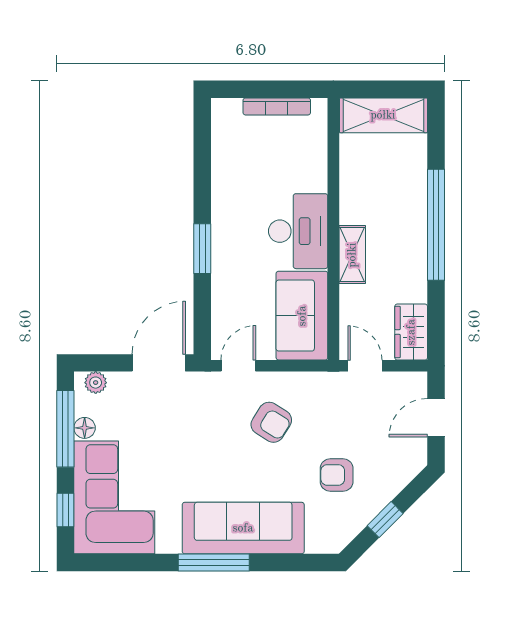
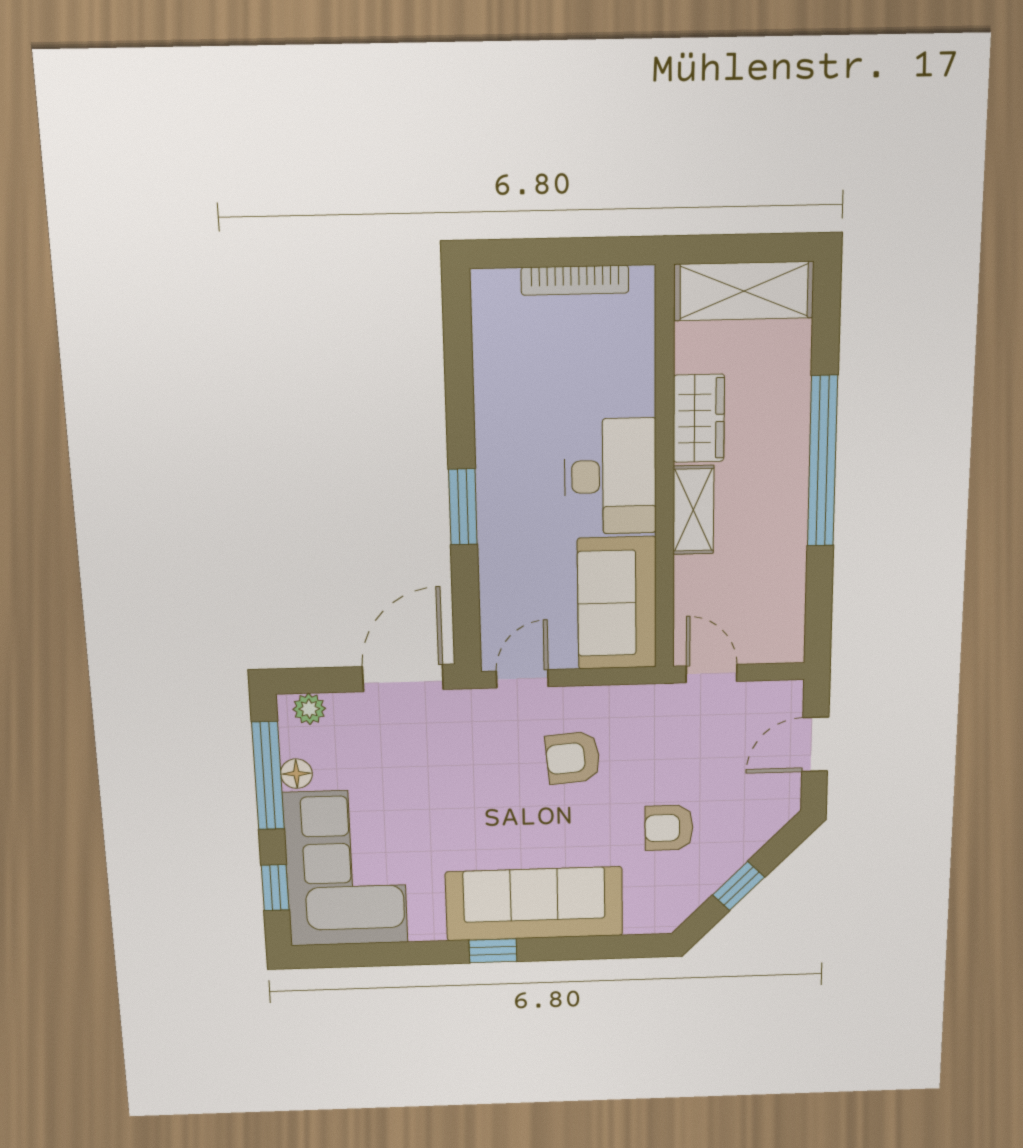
wardrobe: (411, 332) -> (699, 418), moved, turned 180
armchair: (271, 422) -> (573, 758), turned 143
window: (214, 562) -> (493, 951), width x0.46

